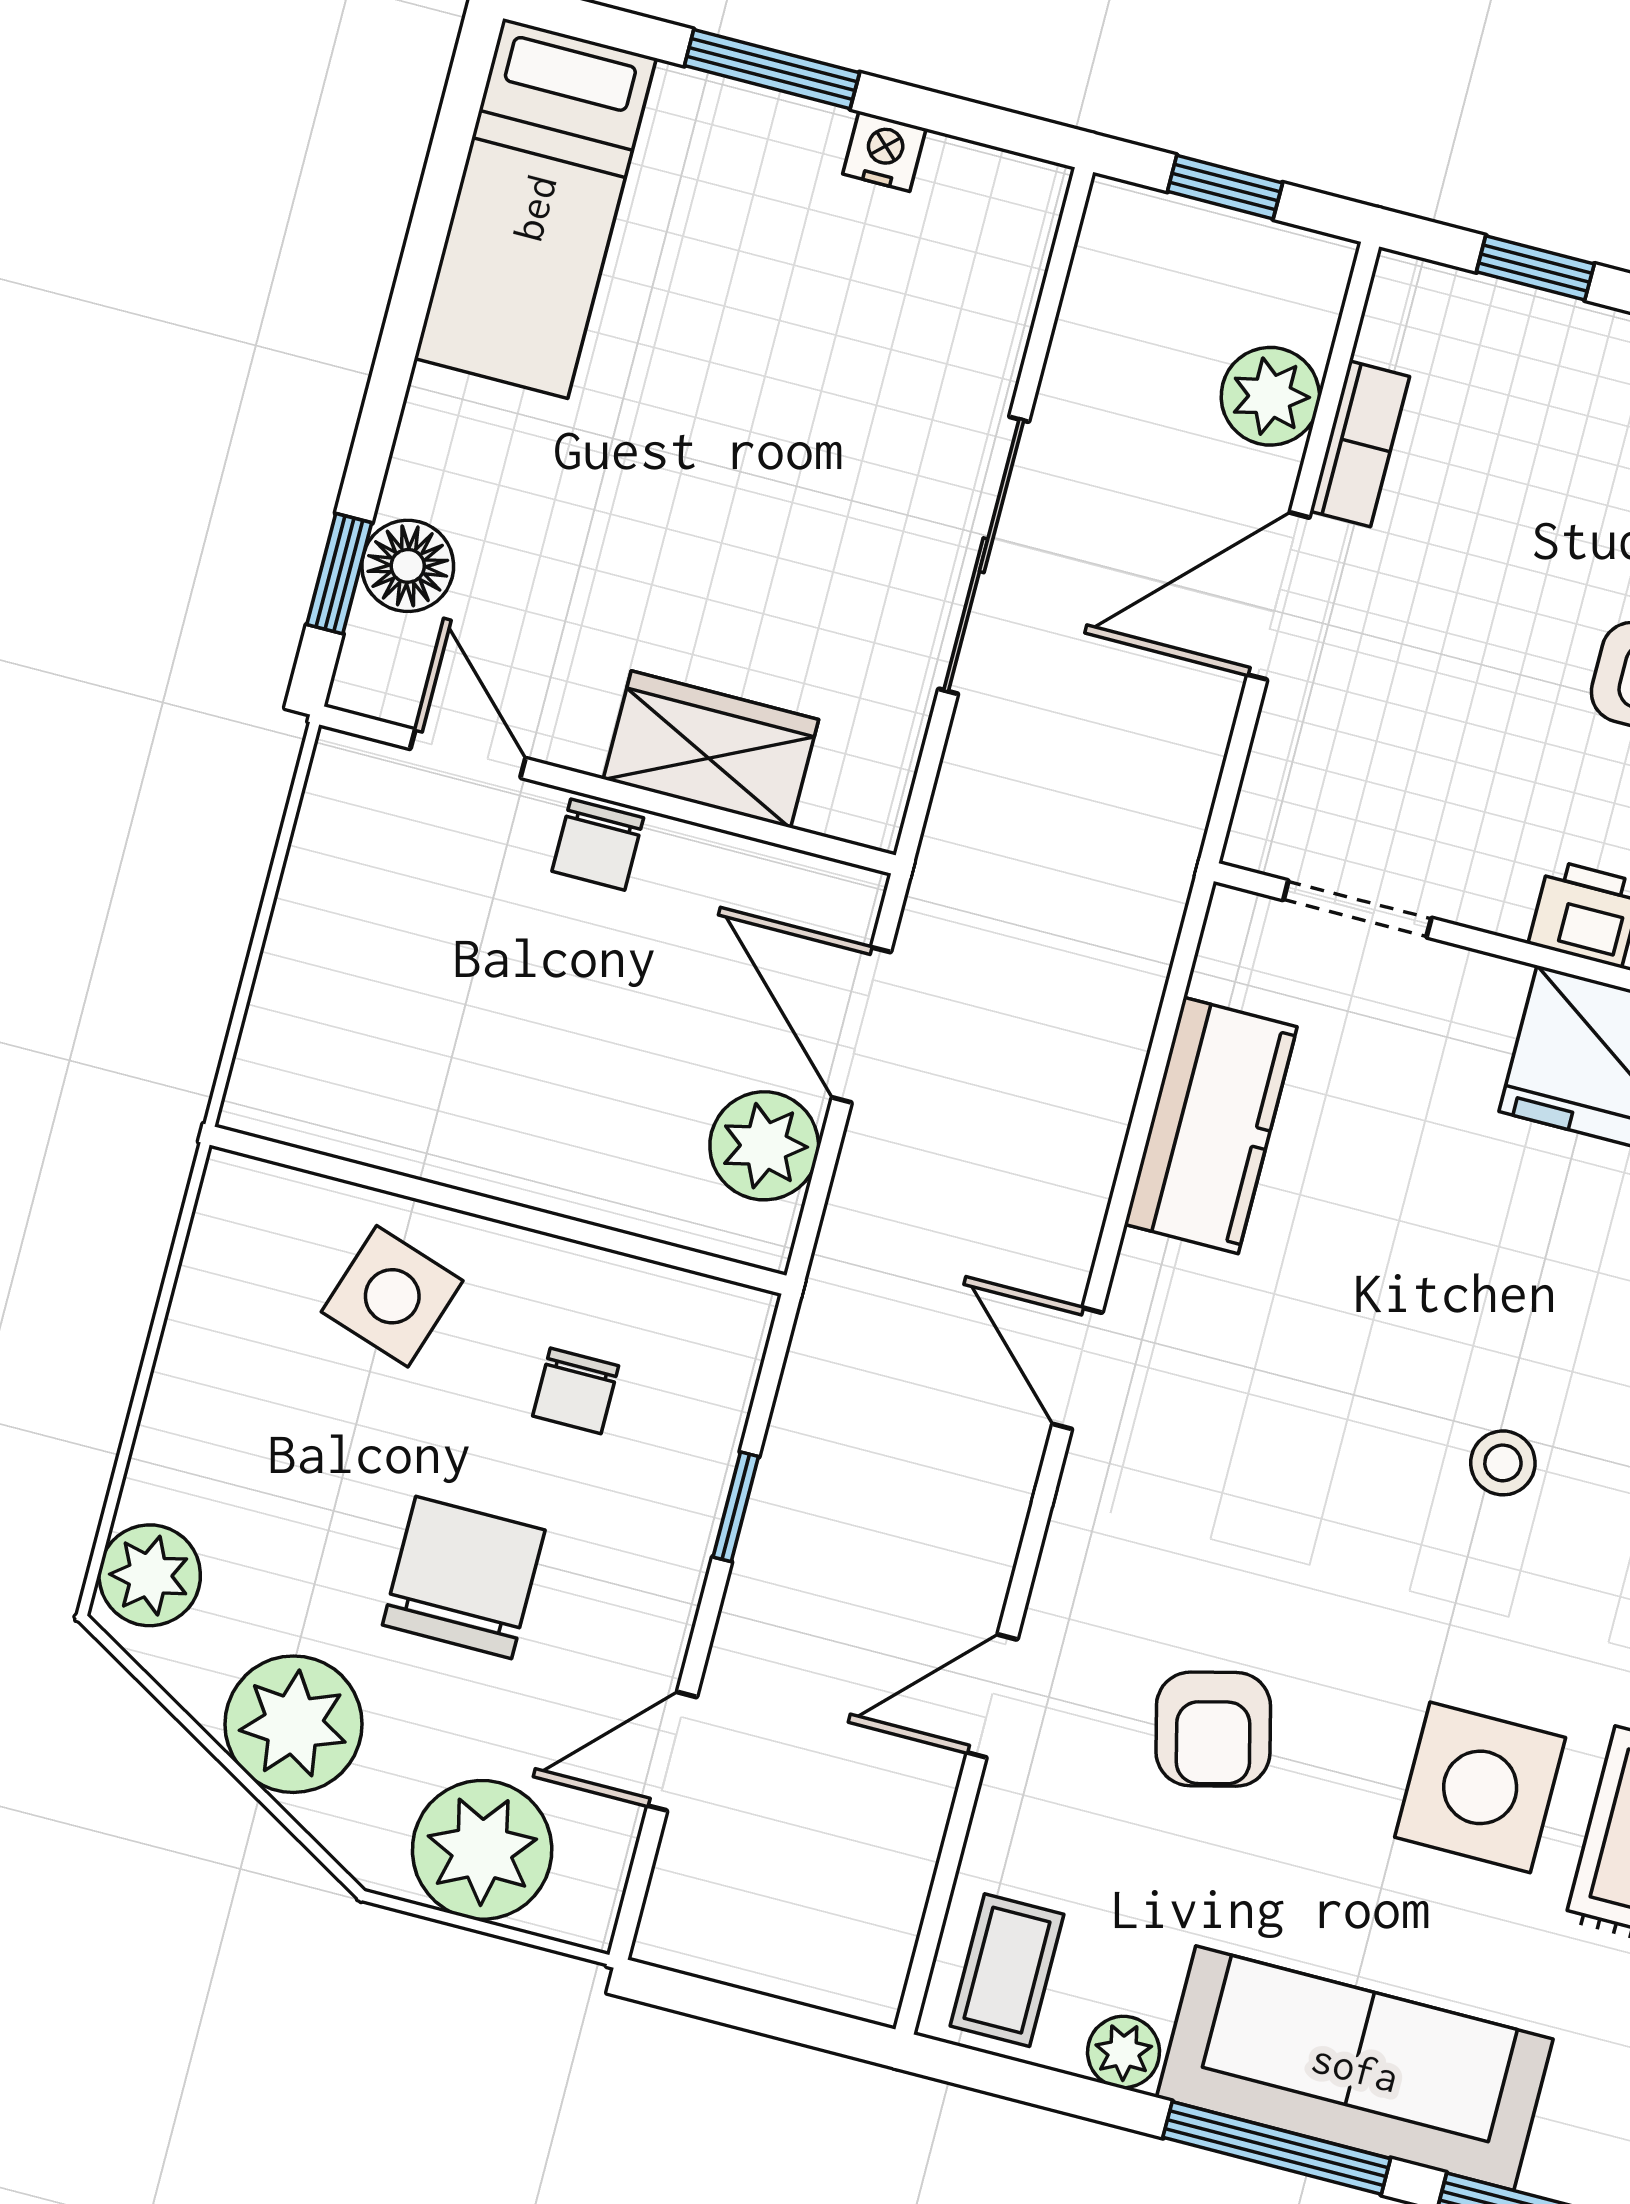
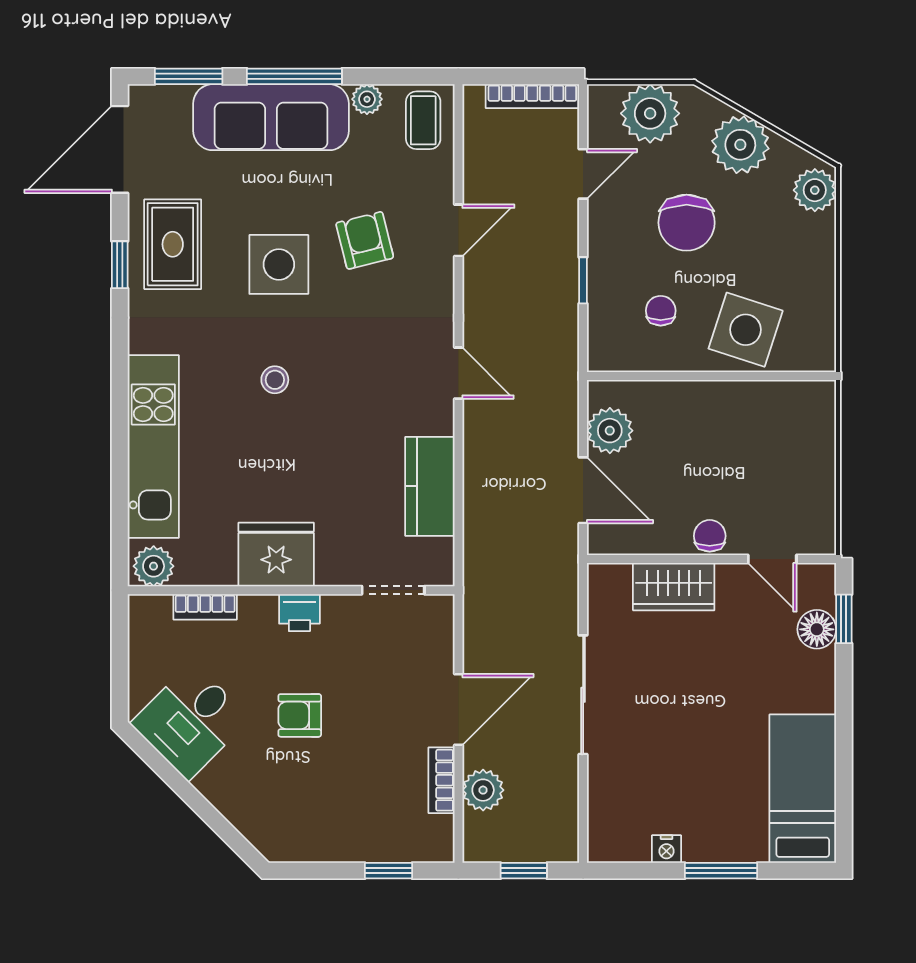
side table: (392, 1296) -> (746, 330), width x1.37, depth x1.37
side table: (1480, 1787) -> (279, 264), moved
bookcase: (742, 1960) -> (532, 96), added

